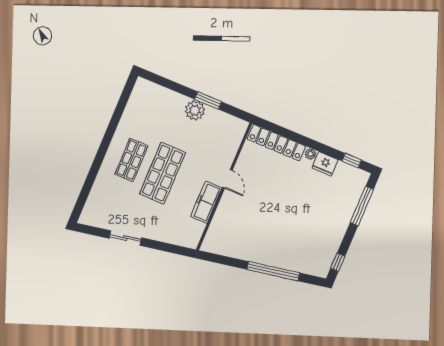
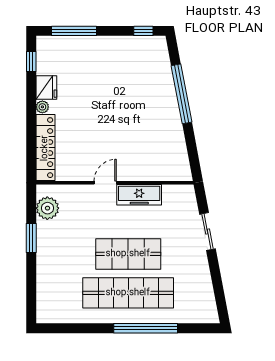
plant: (195, 110) -> (47, 208), moved
shop shelf: (132, 160) -> (128, 293), width x2.00, depth x1.36
window: (98, 162) -> (146, 328), added
sliding door: (125, 238) -> (208, 231), moved

